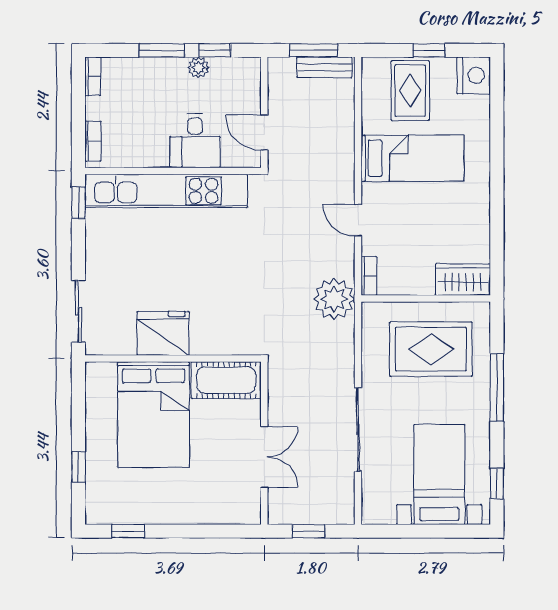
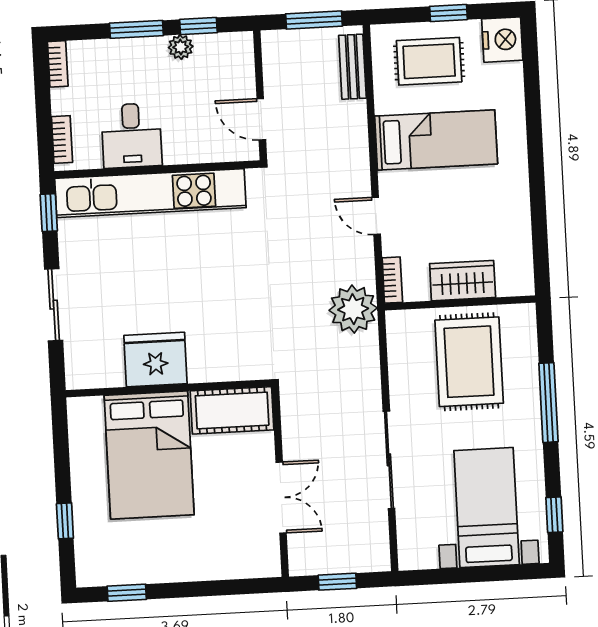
bench: (324, 67) -> (352, 67), moved, turned 90
rug: (410, 91) -> (429, 61), turned 90
desk: (195, 141) -> (131, 136), moved
wardrobe: (463, 279) -> (463, 281), moved
sliding door: (78, 311) -> (54, 305), moved
rug: (431, 349) -> (469, 362), turned 90

